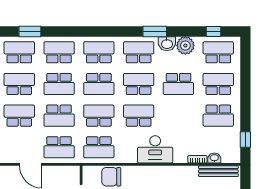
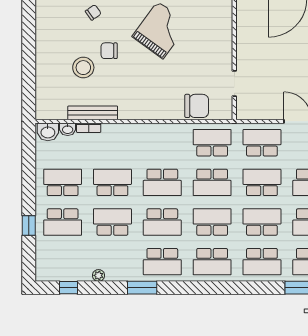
washbasin: (167, 44) -> (48, 132), moved, turned 180
plant: (185, 45) -> (98, 275), width x0.53, depth x0.53
school desk: (218, 52) -> (112, 182), moved, turned 180
window: (245, 139) -> (29, 225), moved
desk: (155, 149) -> (142, 140), removed
bench: (218, 171) -> (93, 113), moved

